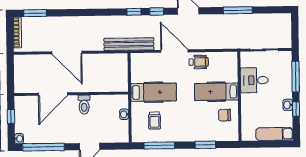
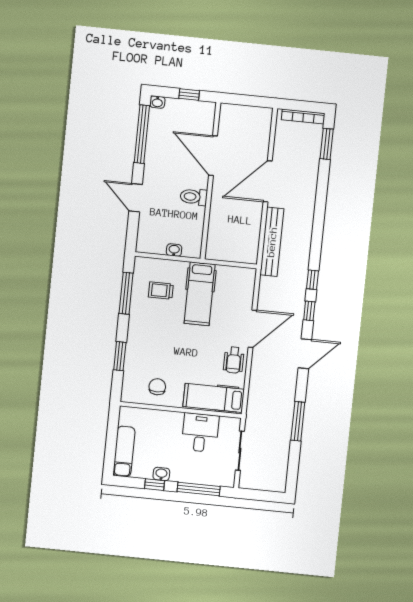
bench: (129, 44) -> (272, 242), moved
hospital bed: (216, 92) -> (214, 398), moved, turned -90

